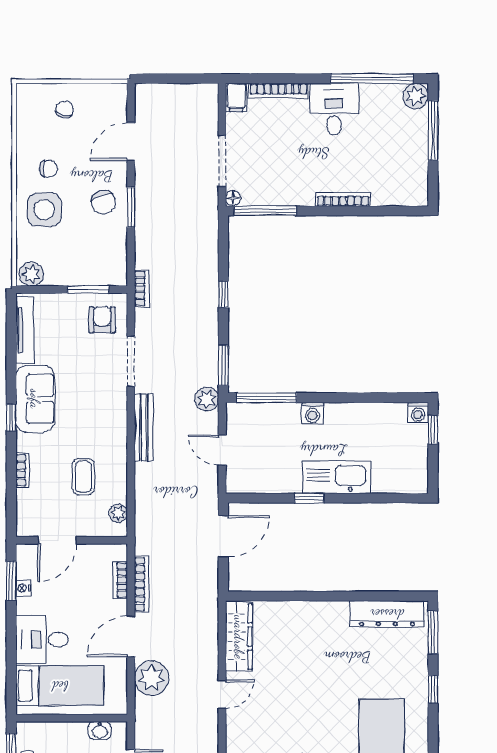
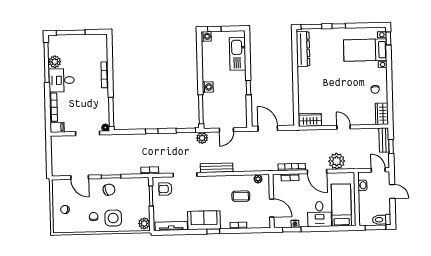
plant: (416, 96) -> (55, 62), moved
kitchen sink: (337, 477) -> (238, 54), moved
wardrobe: (239, 637) -> (310, 120), width x0.67

